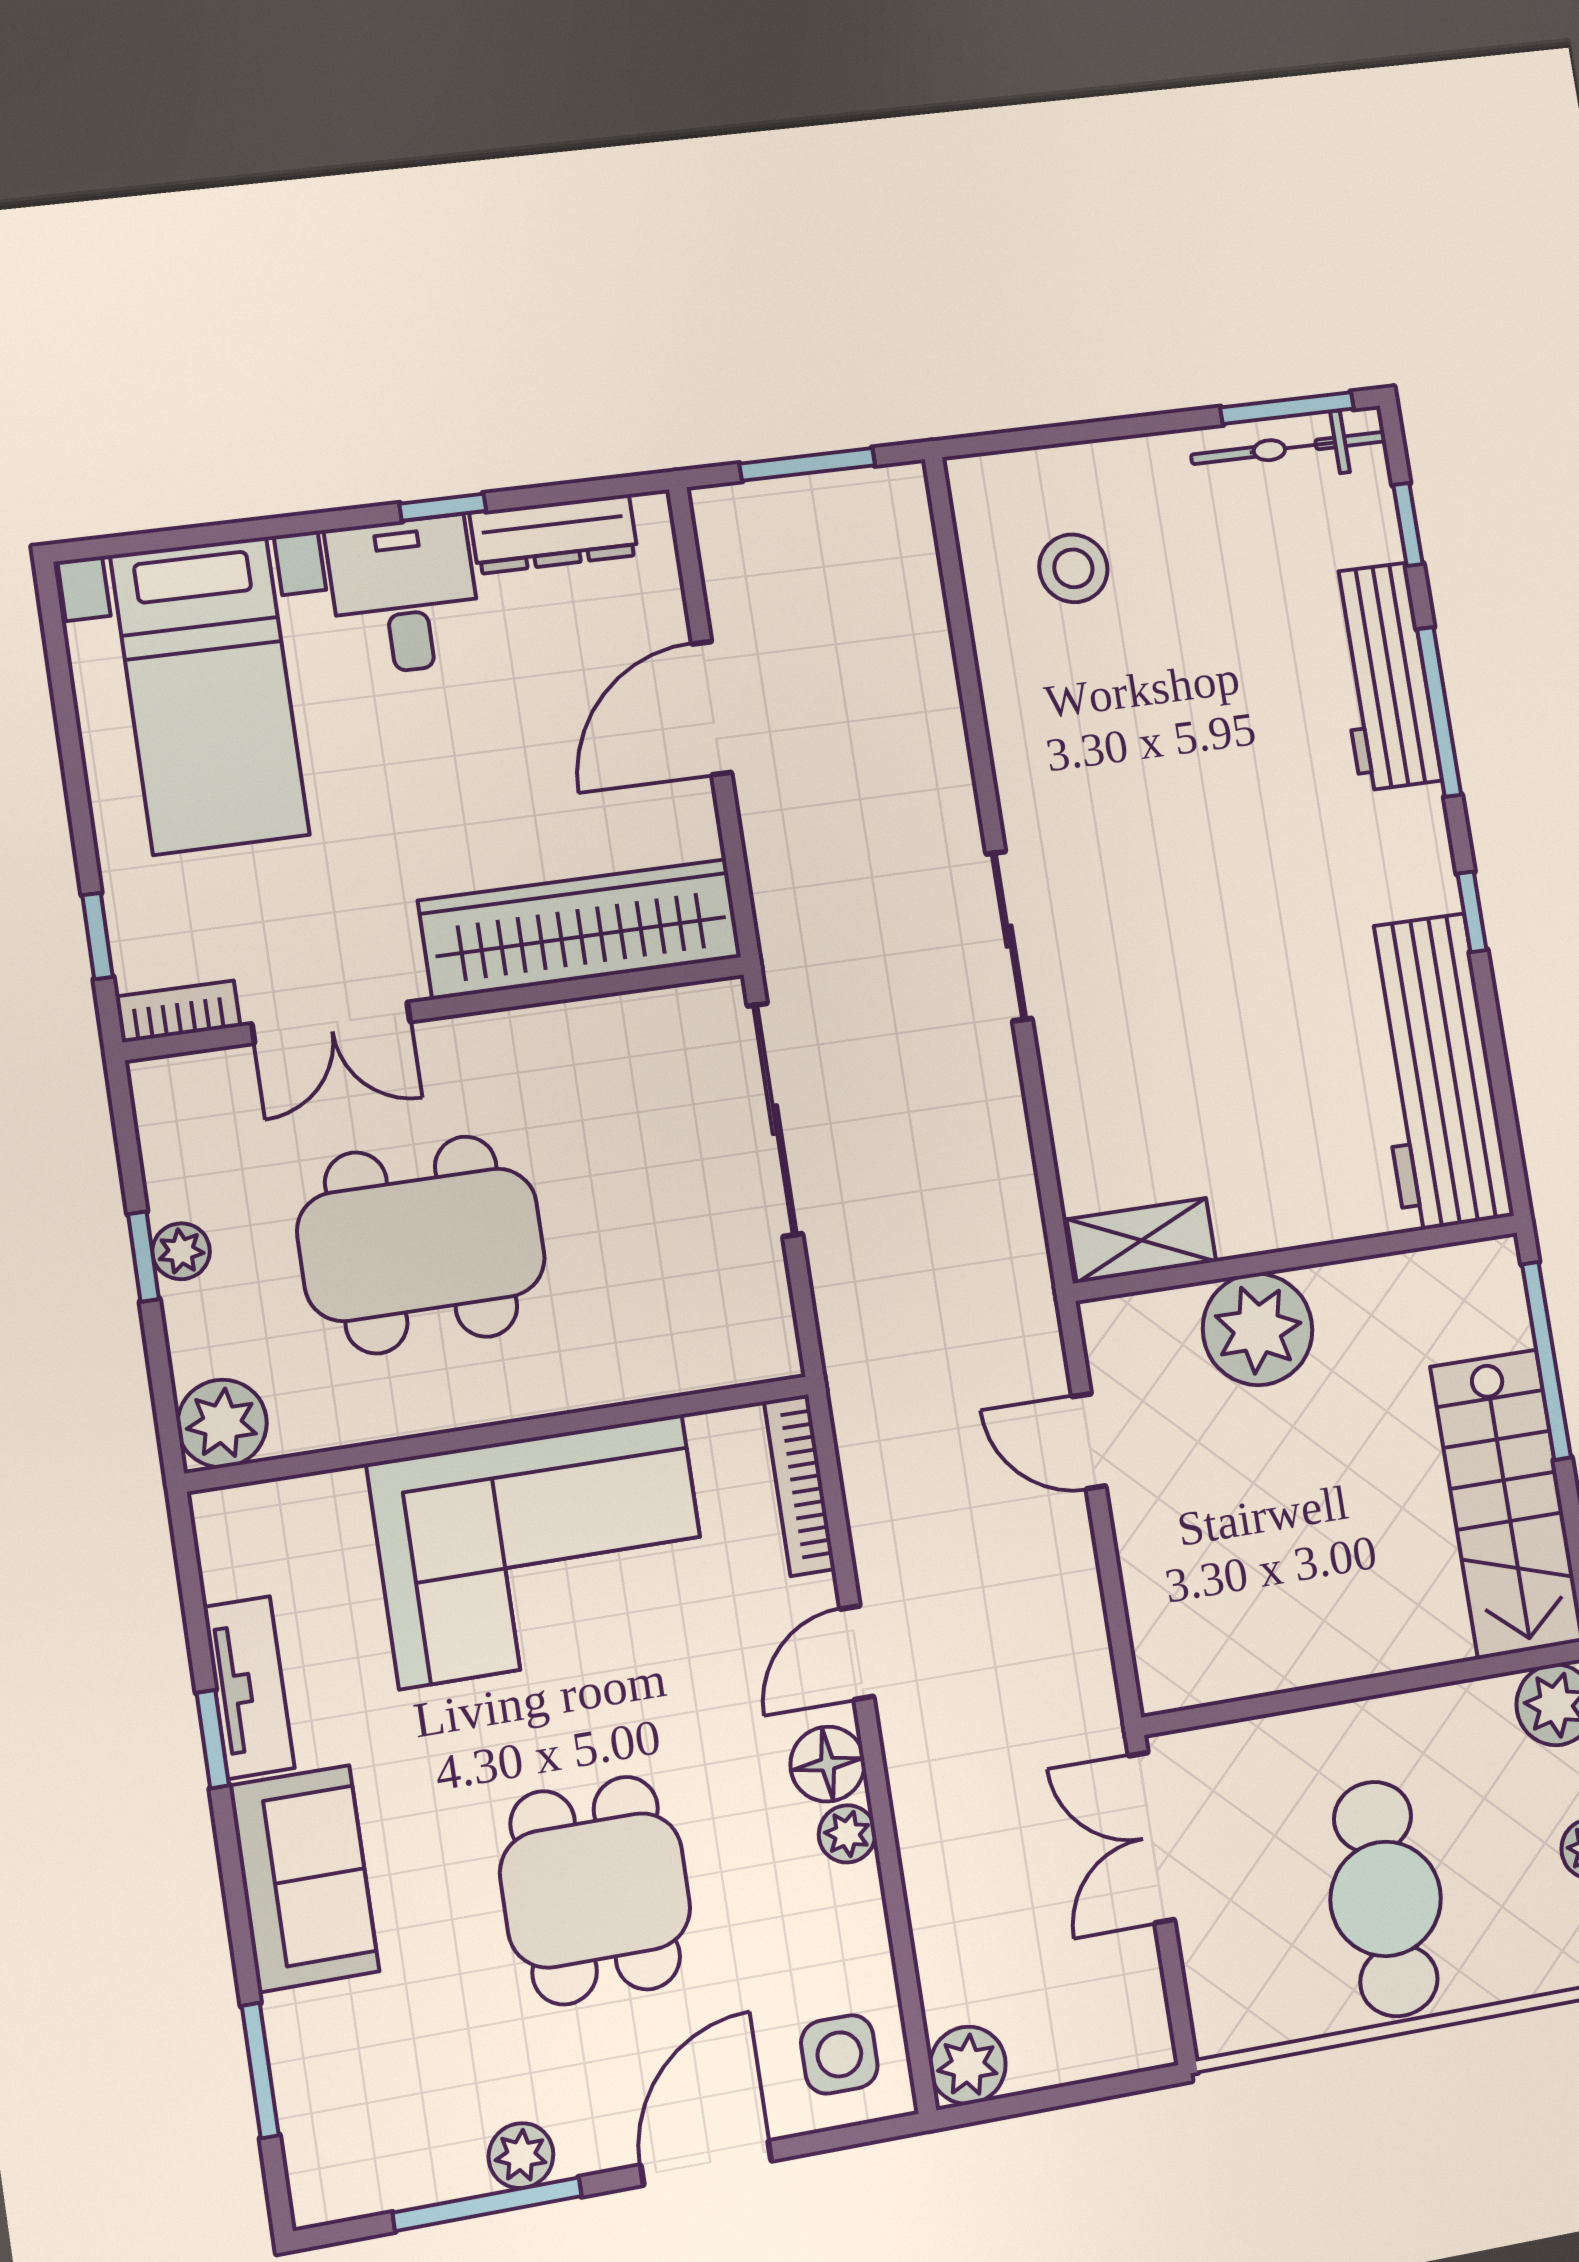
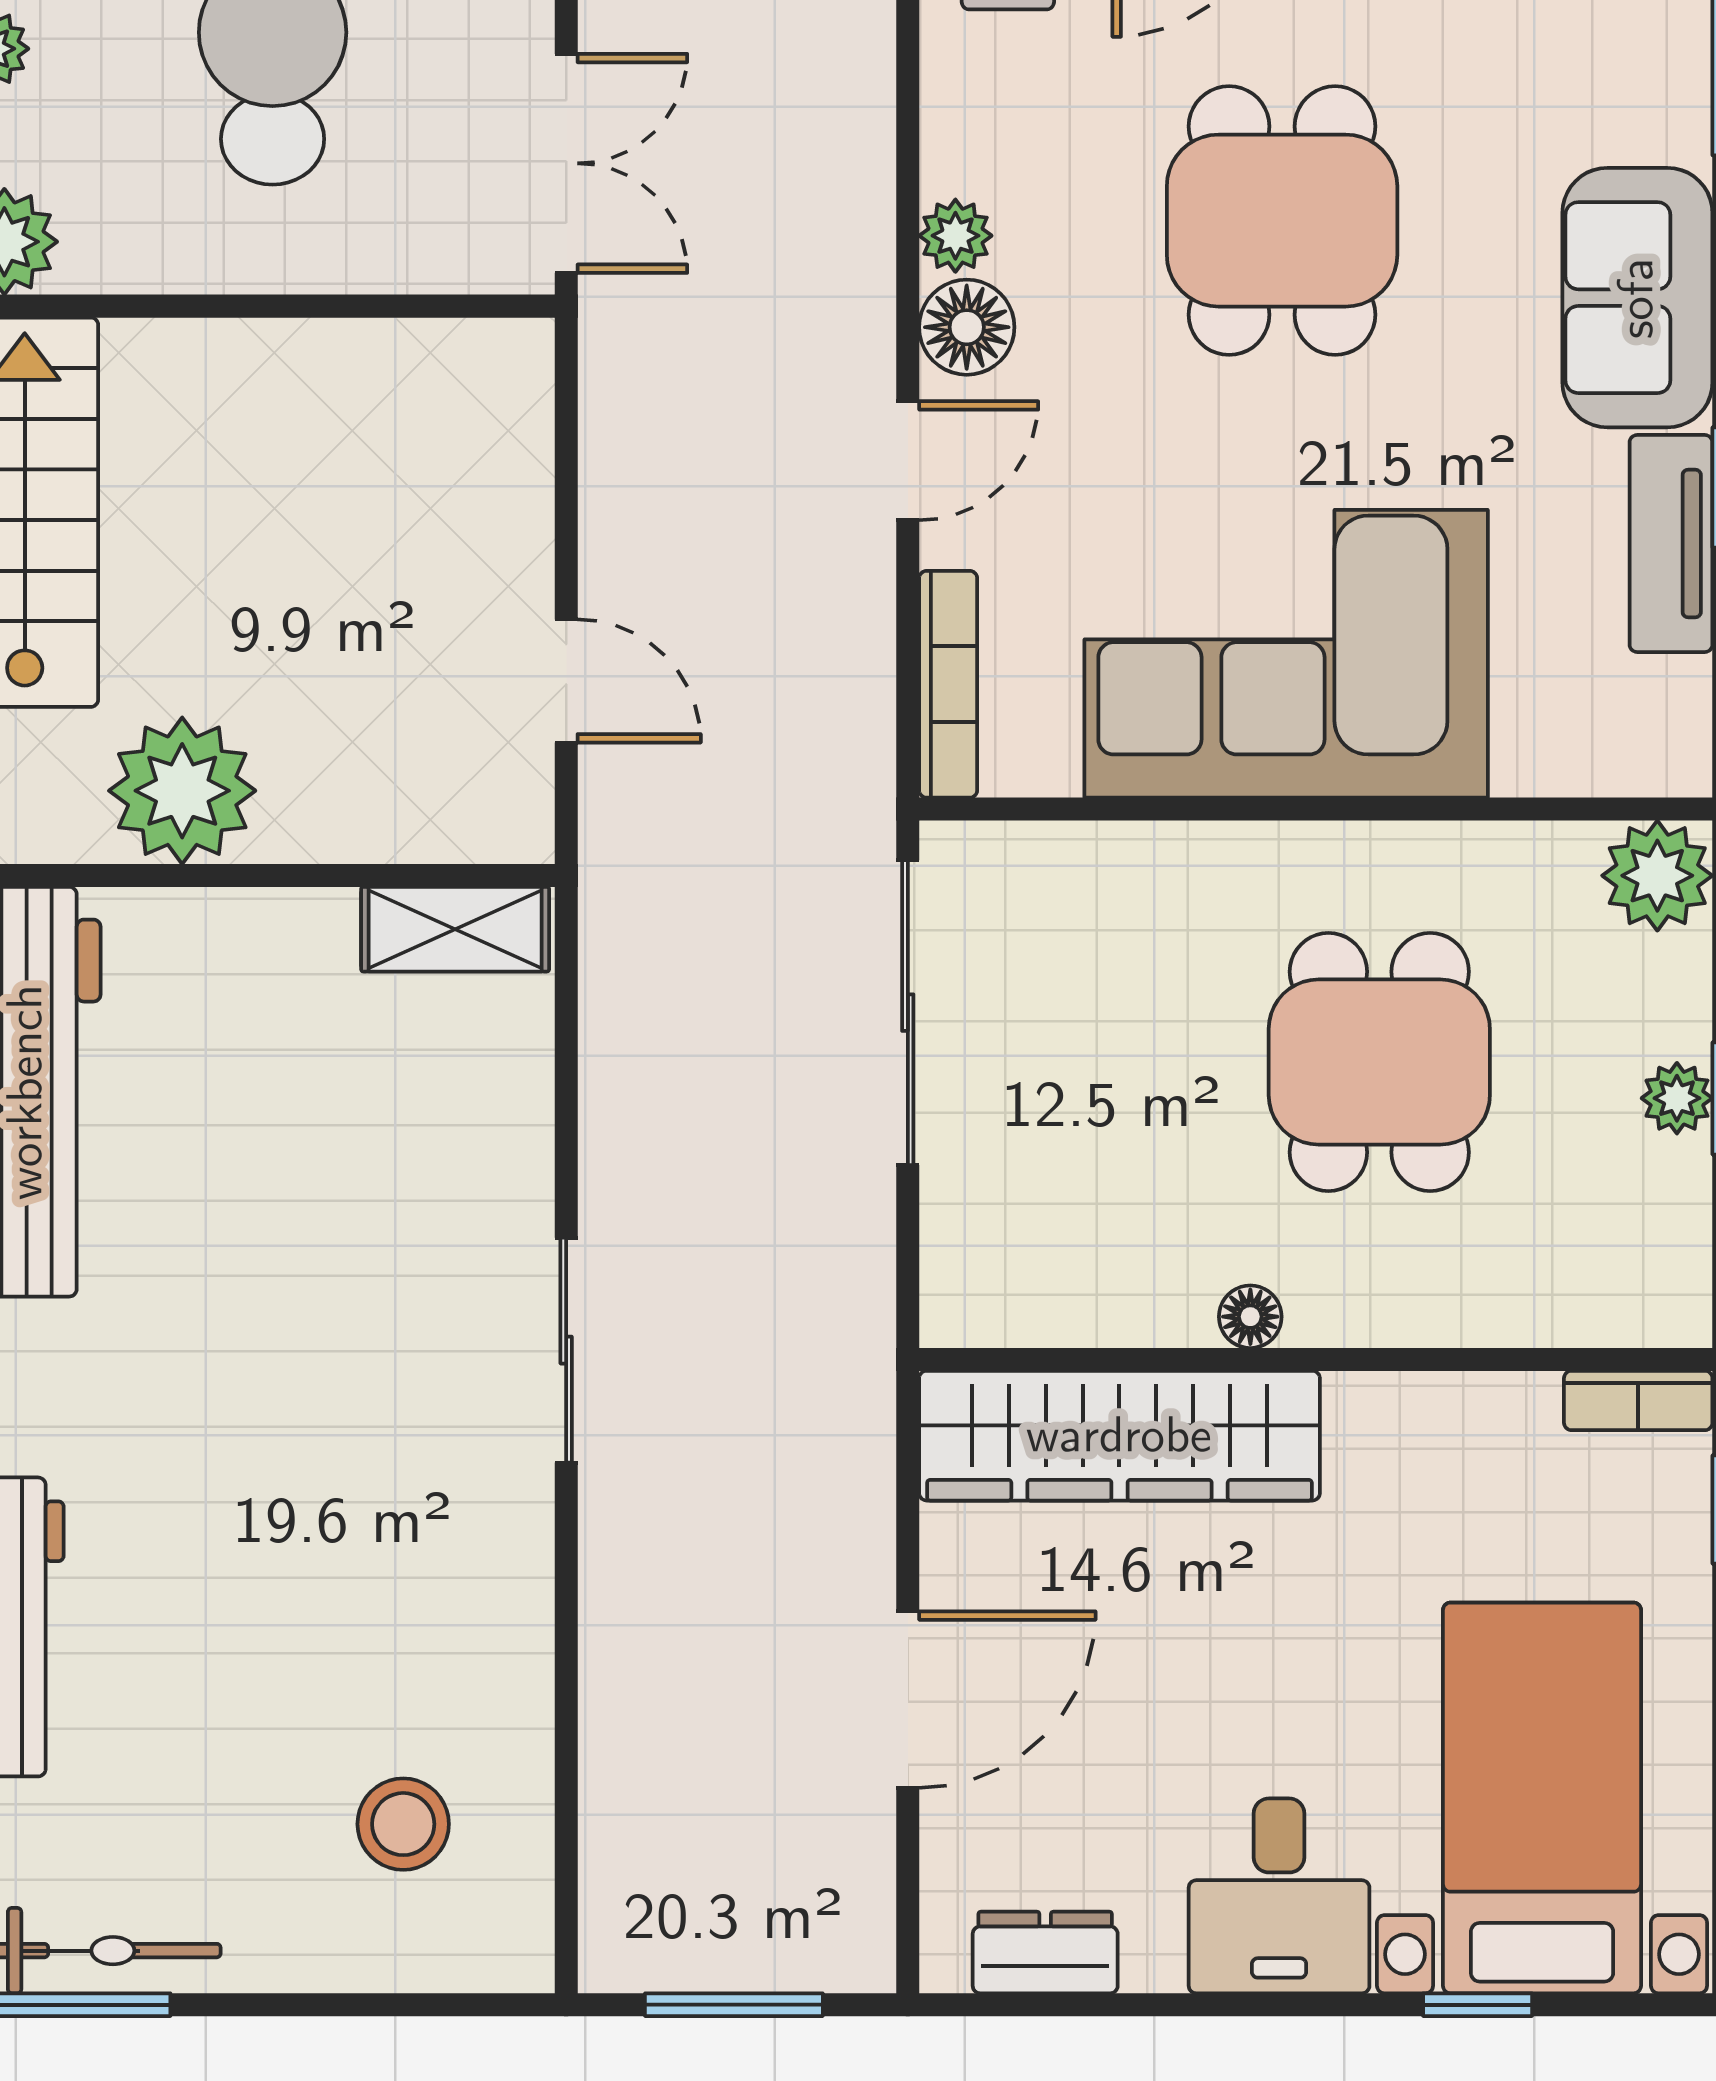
window: (443, 507) -> (1478, 2005), moved
dresser: (554, 534) -> (1045, 1953), width x0.70
double door: (331, 1023) -> (1451, 1359), removed
floor lamp: (493, 1034) -> (1250, 1317), added
sliding door: (775, 1120) -> (908, 1013), moved
dining table: (421, 1245) -> (1379, 1062), width x0.73
plant: (1258, 1329) -> (182, 791), moved

